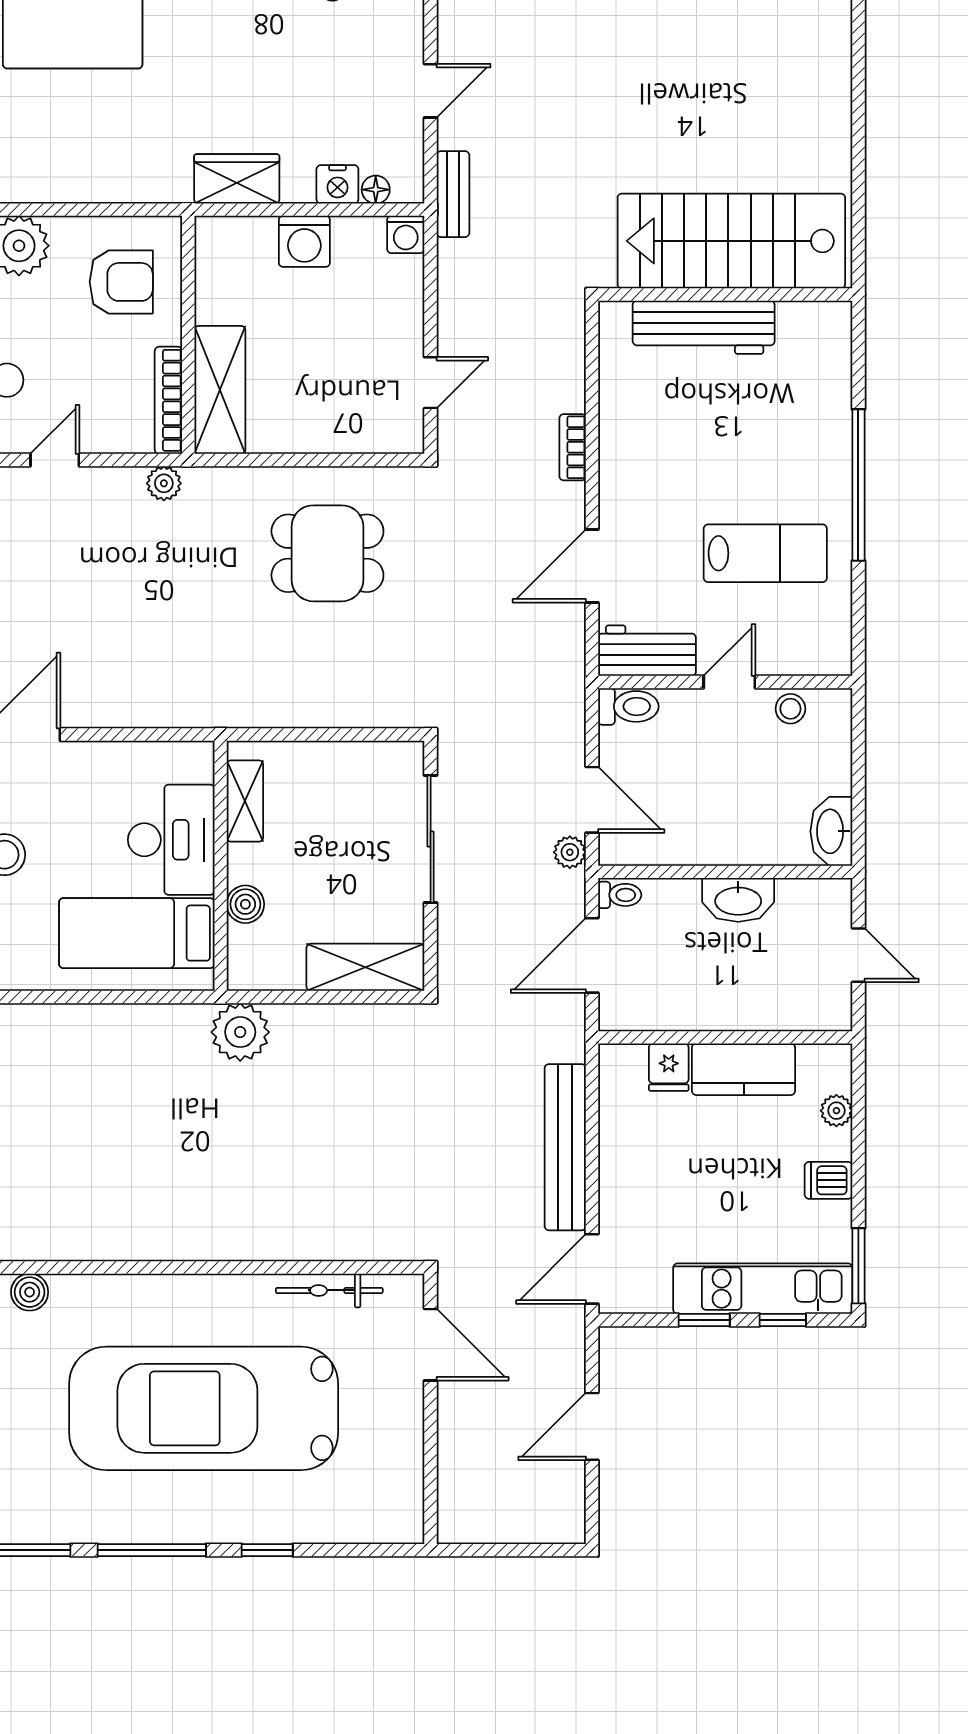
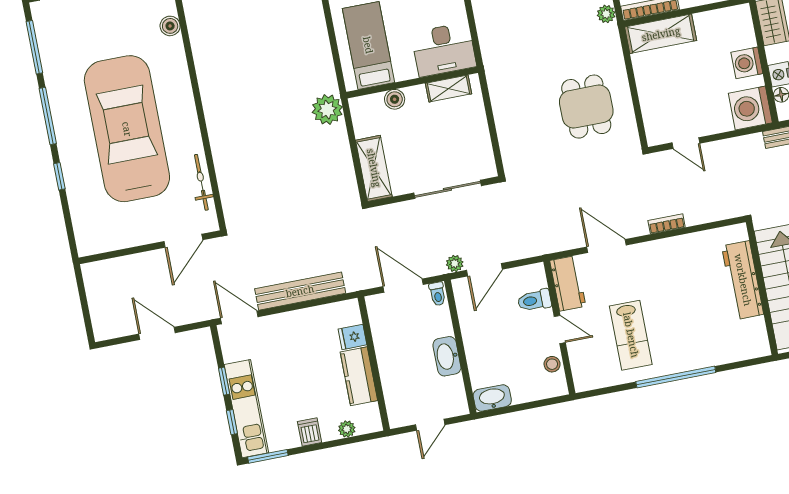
washing machine: (406, 234) -> (750, 108), width x1.89, depth x1.89
toilet: (628, 706) -> (534, 300), moved, turned 90
desk: (171, 840) -> (444, 50), moved

